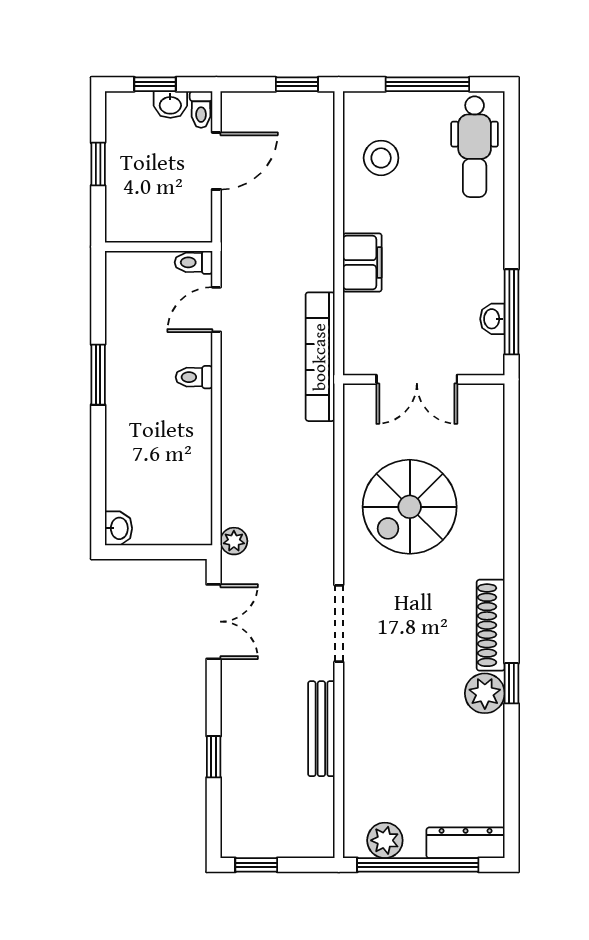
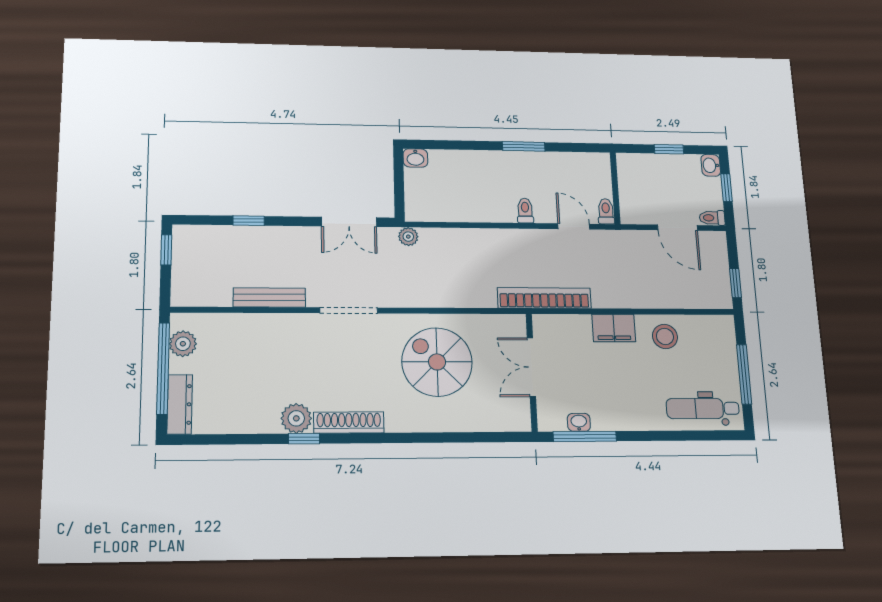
washbasin: (170, 104) -> (711, 165), moved
stool: (381, 158) -> (665, 336), moved

